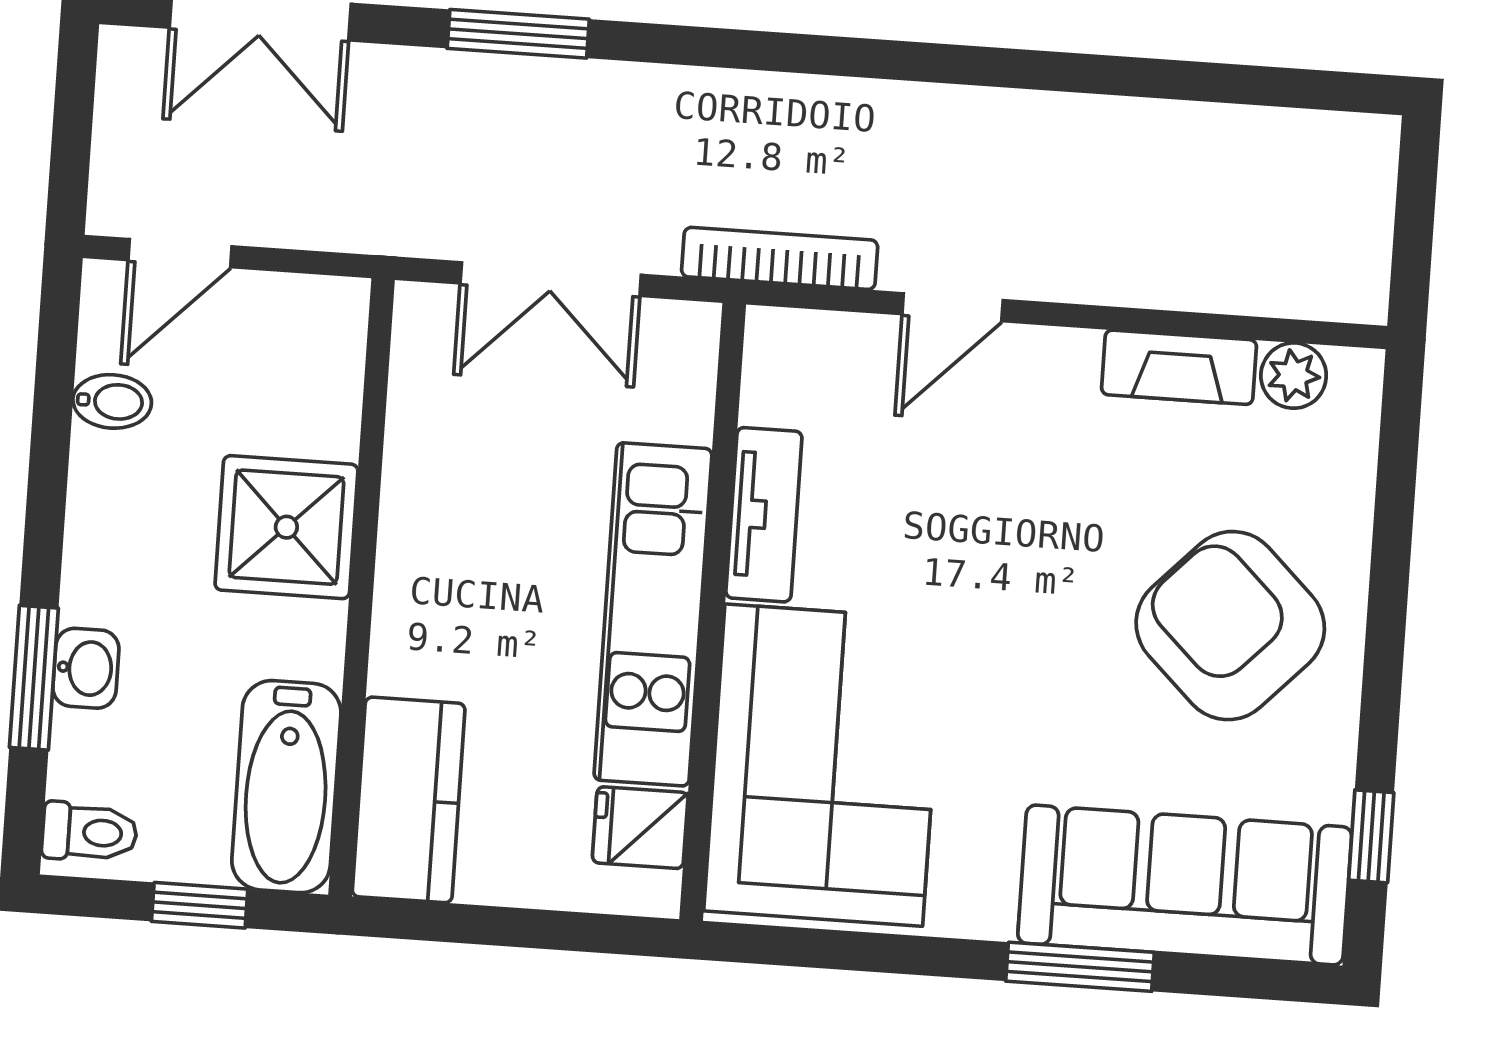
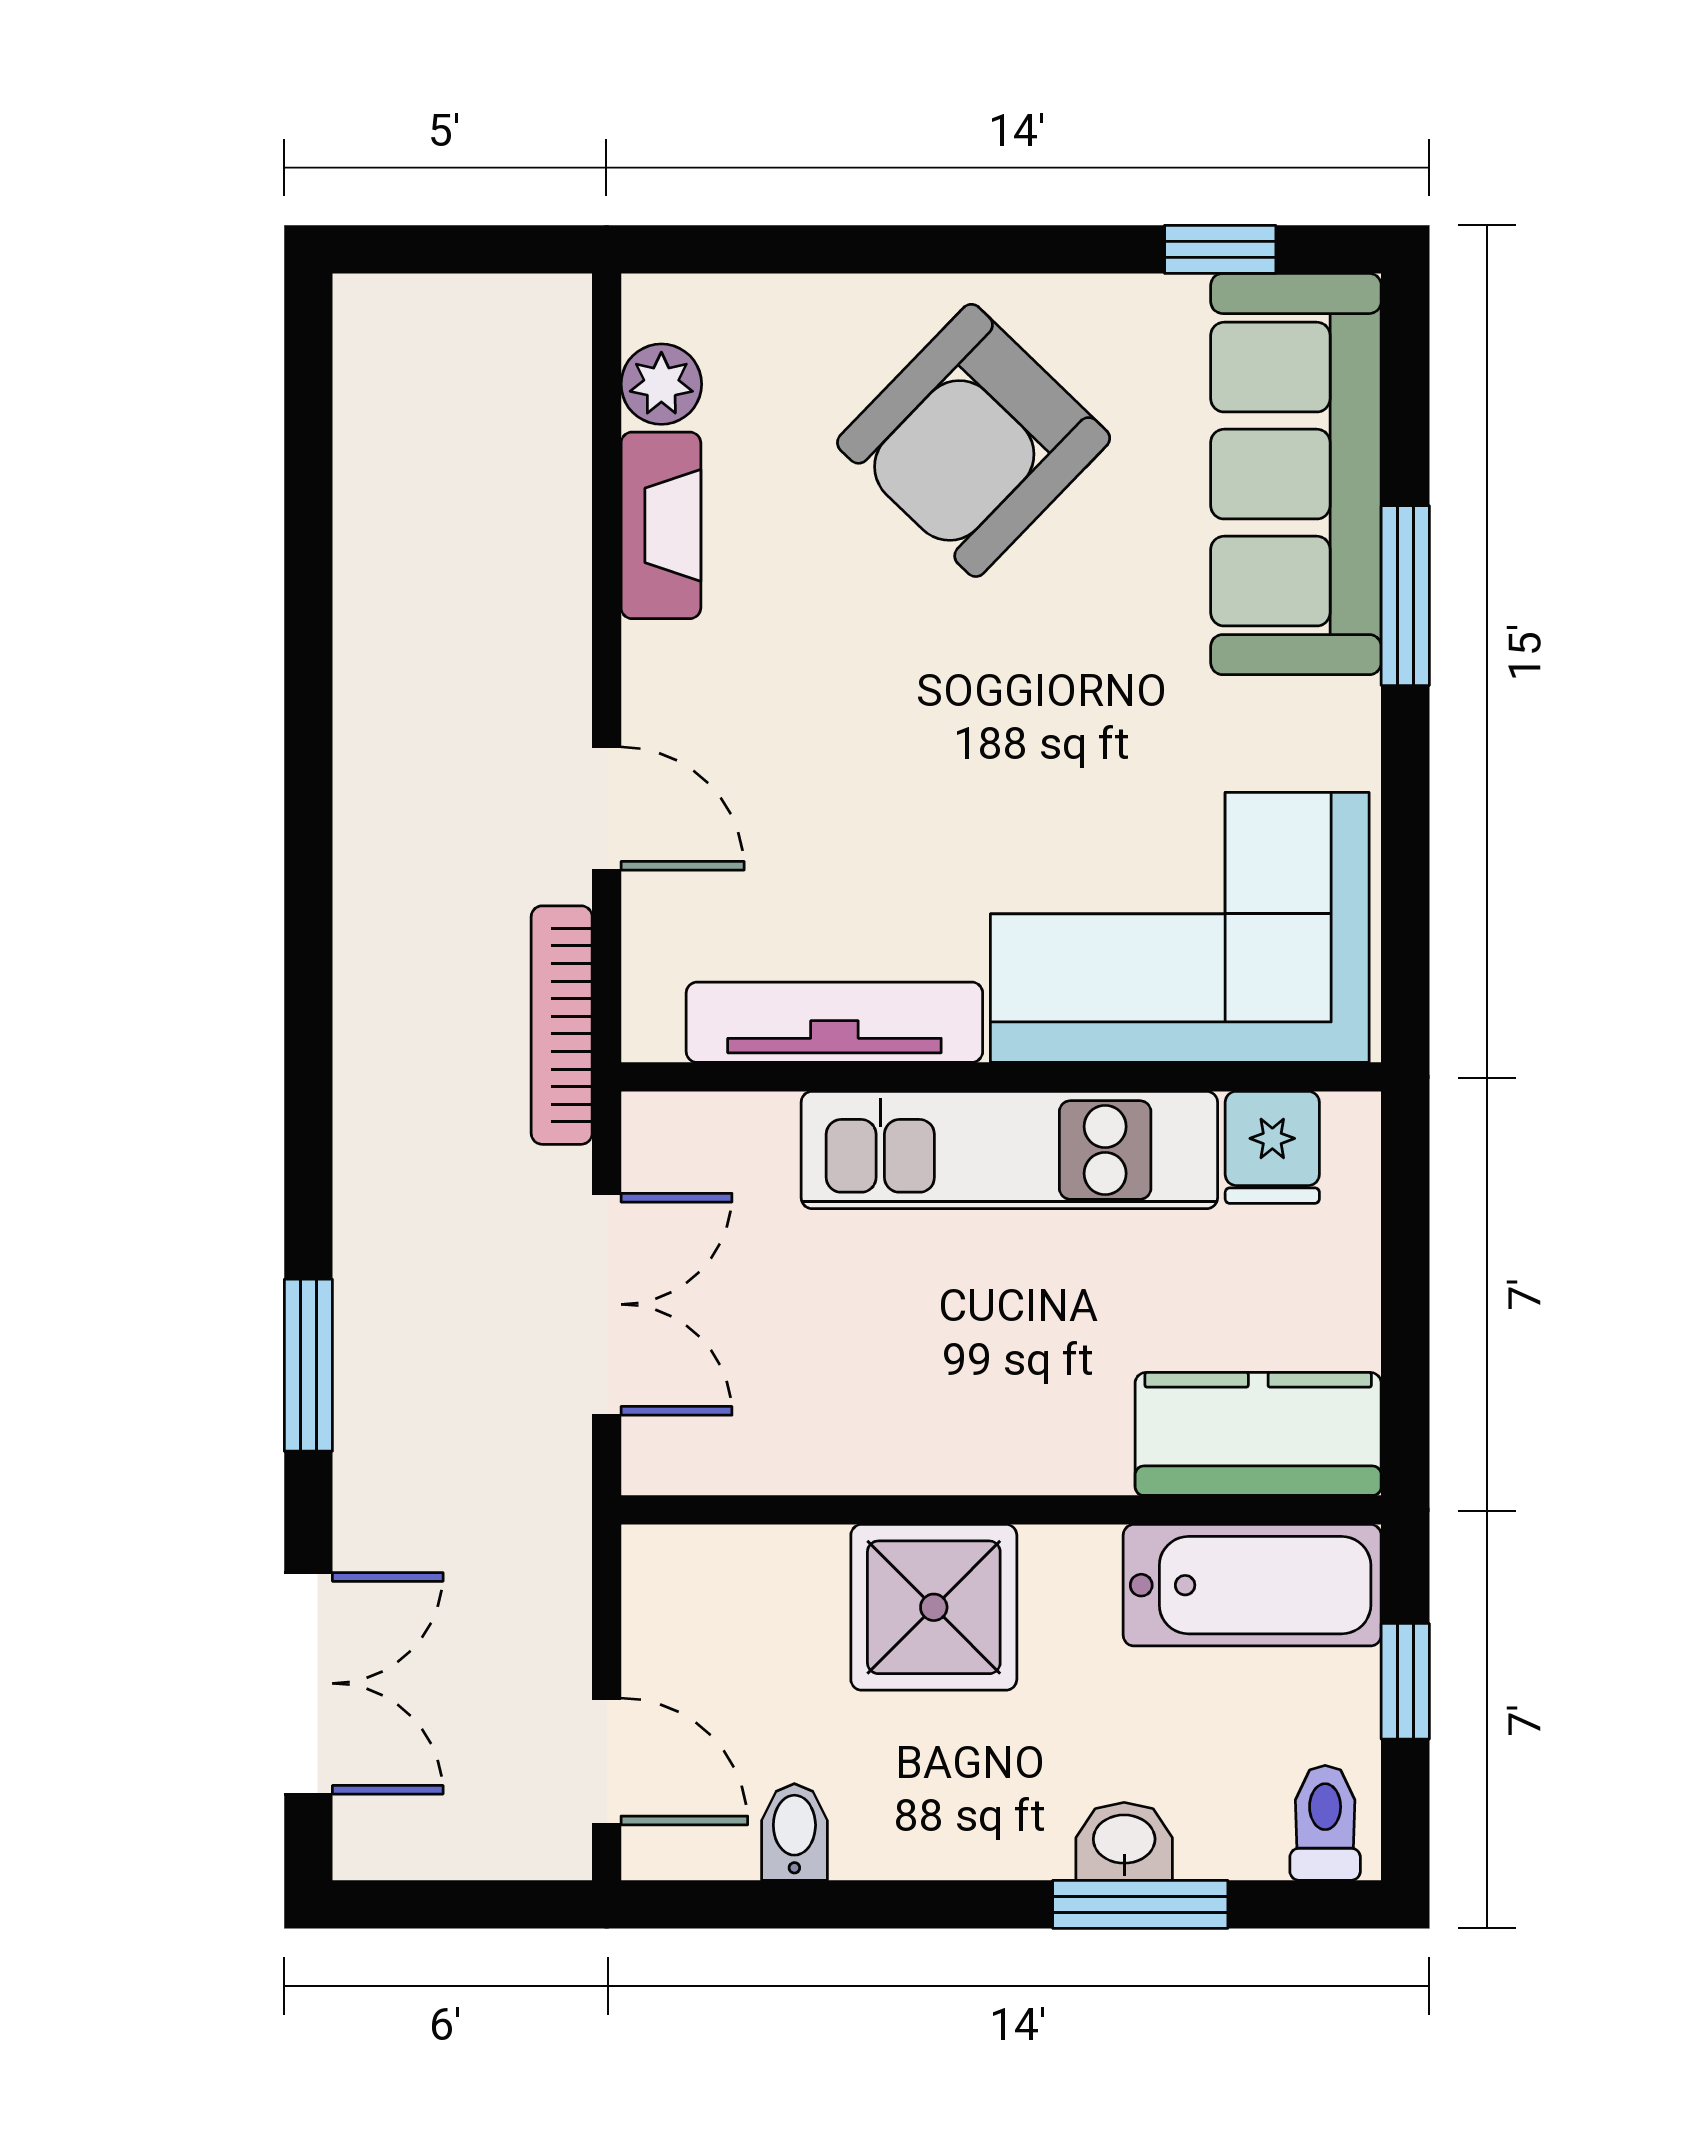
tv unit: (764, 515) -> (834, 1022), width x1.41

